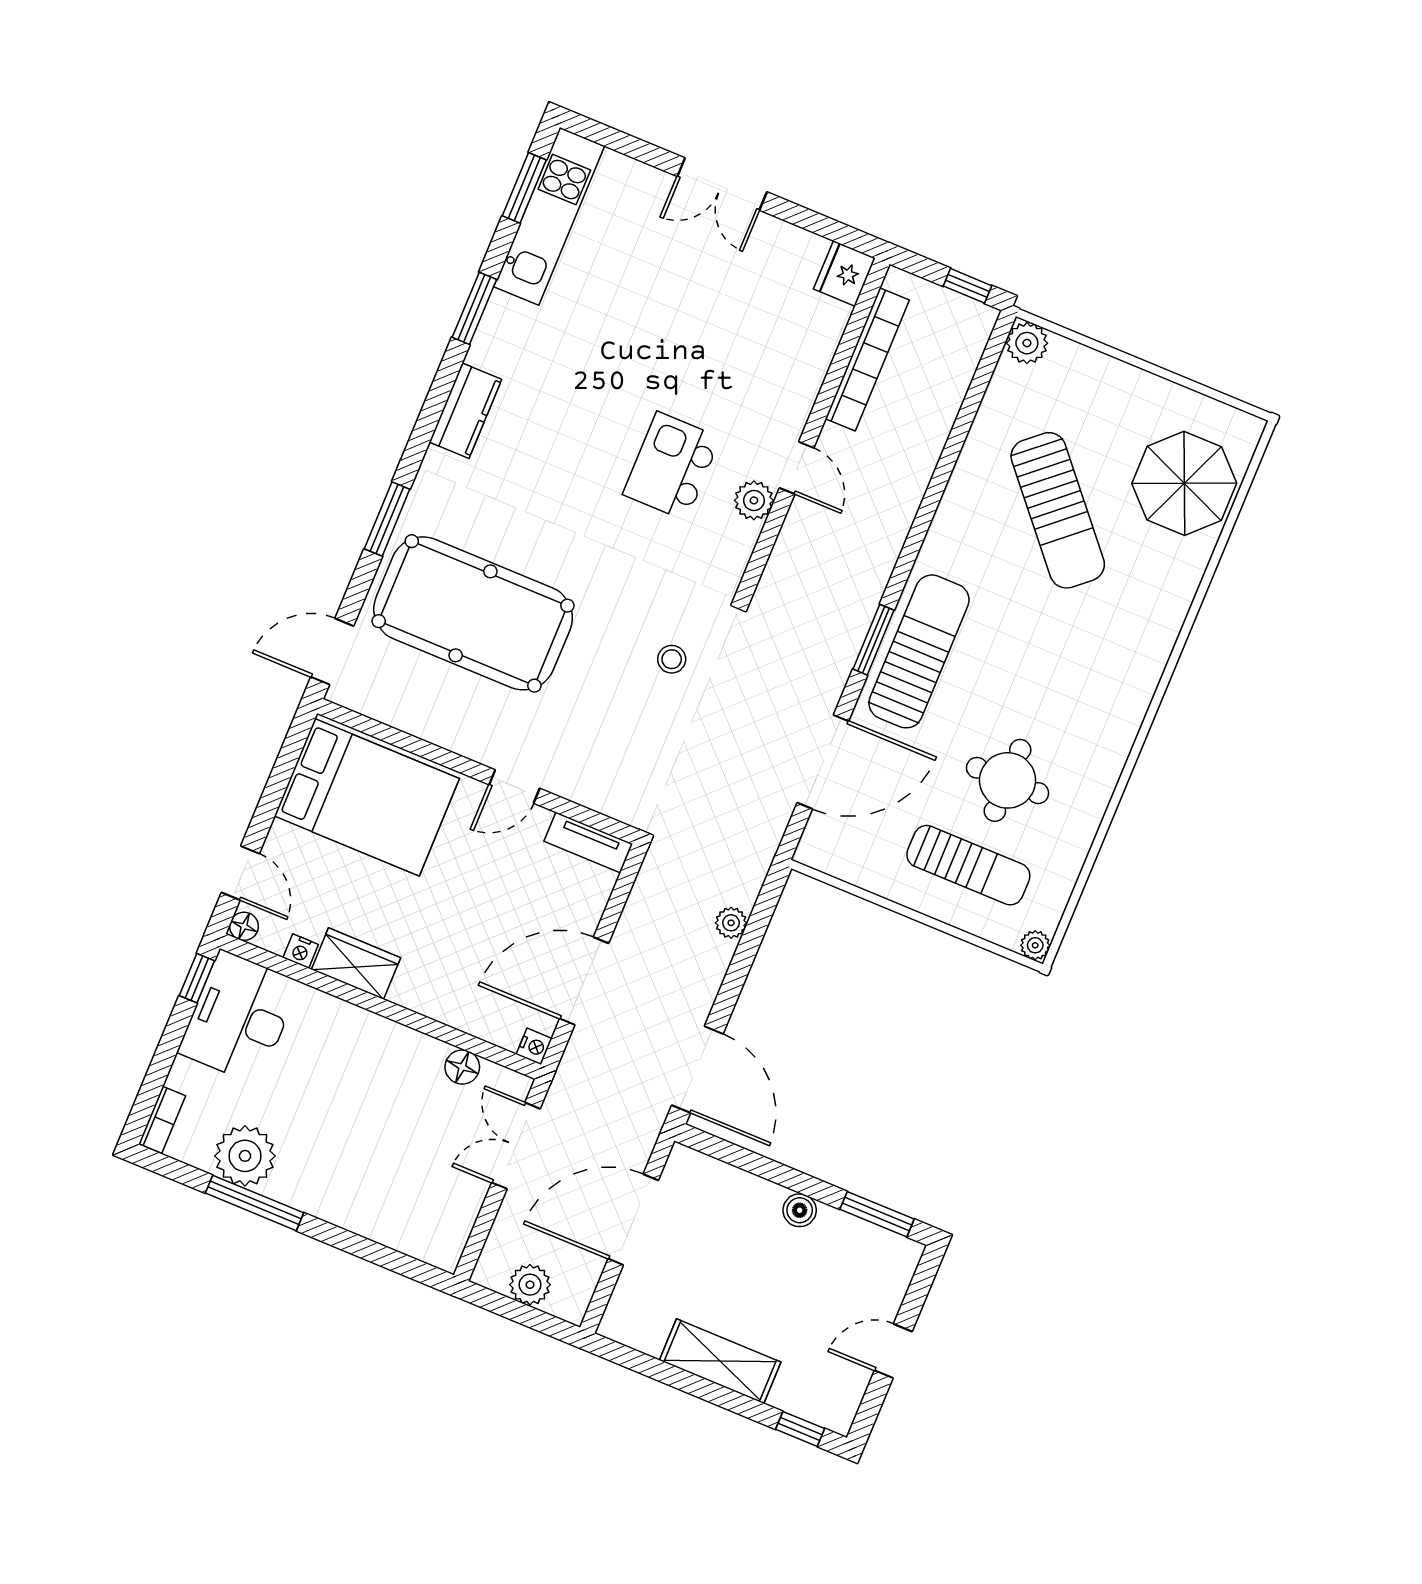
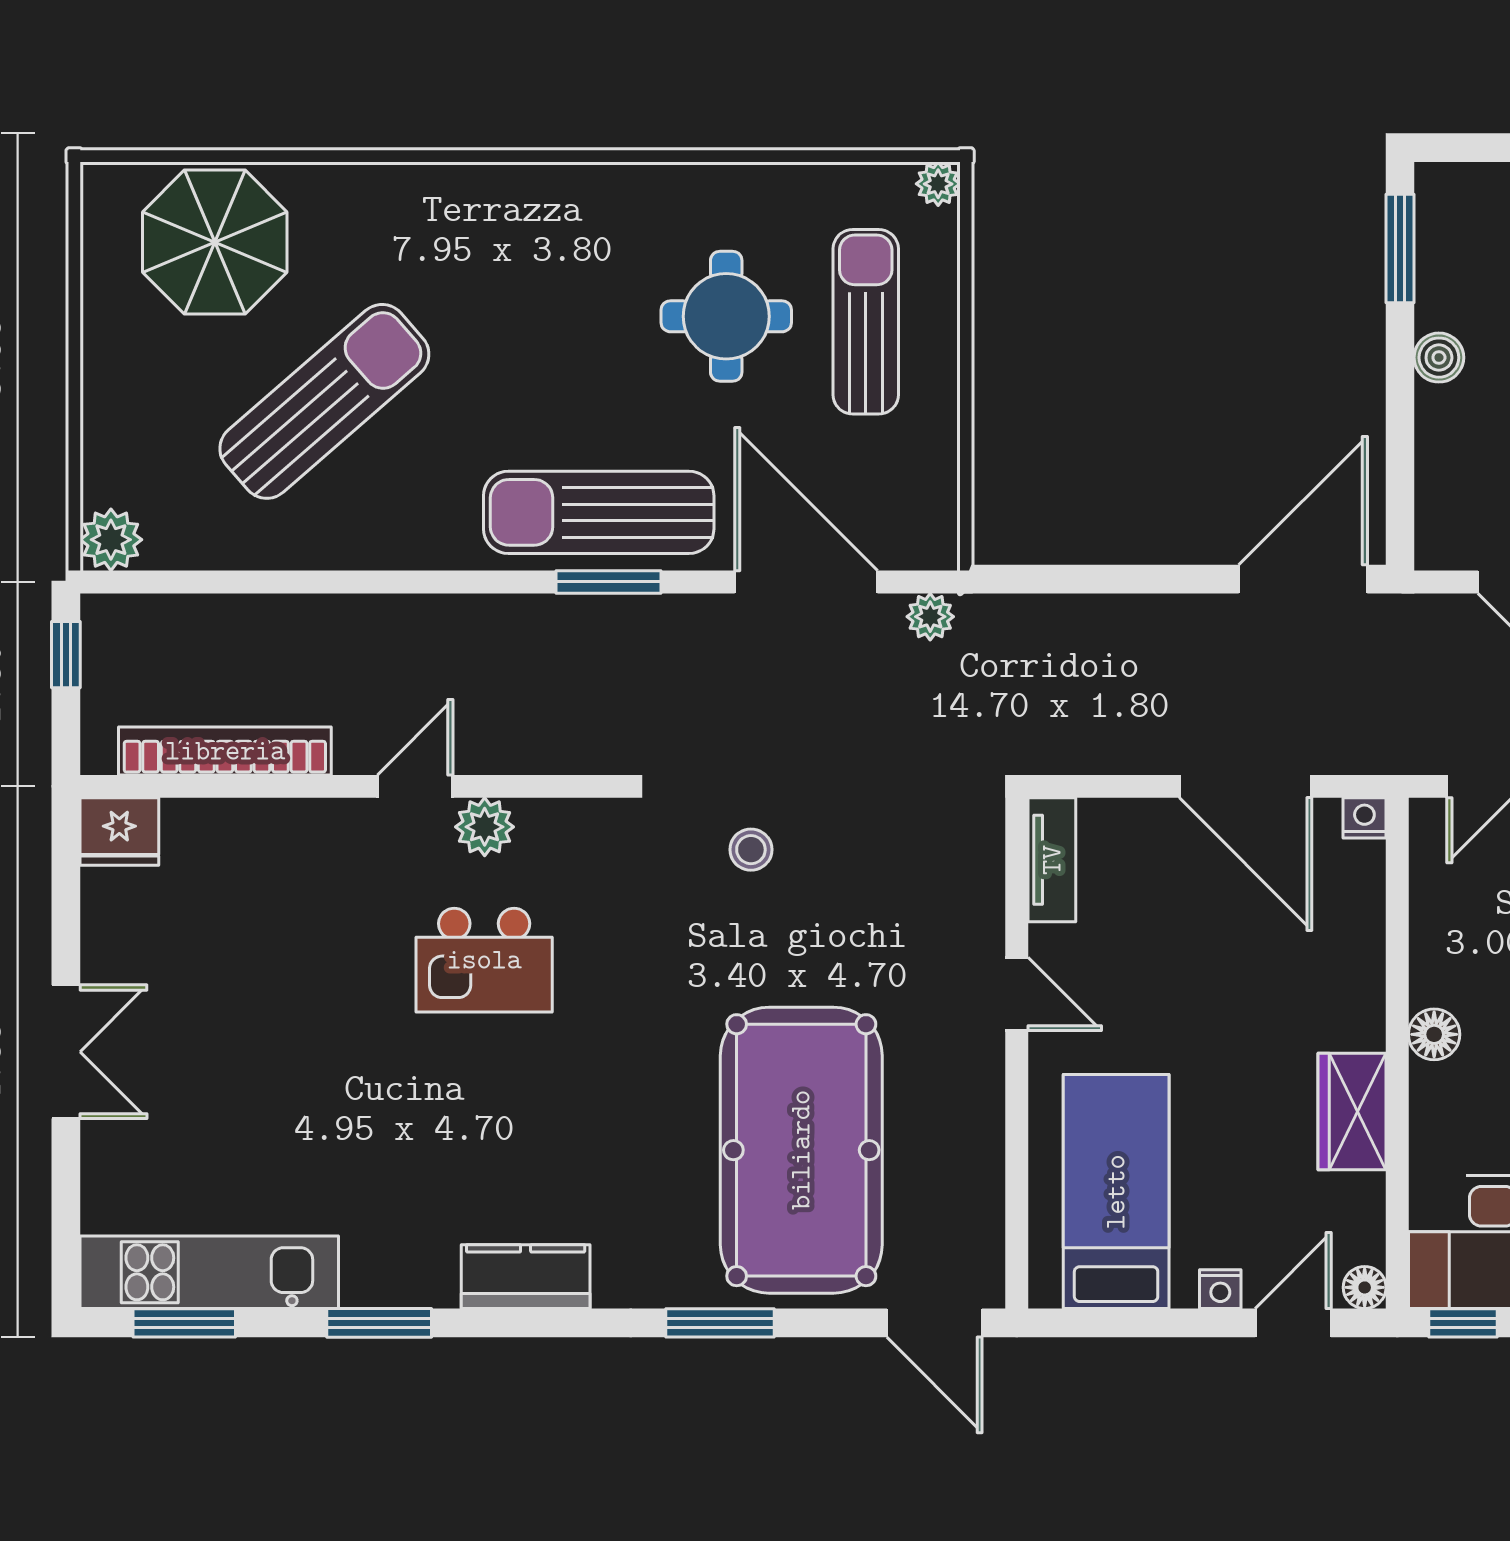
bed: (367, 797) -> (1116, 1192), width x0.67
plant: (731, 923) -> (930, 617), moved
nightstand: (301, 951) -> (1220, 1289), moved, turned 90
floor lamp: (462, 1067) -> (1434, 1034), moved

